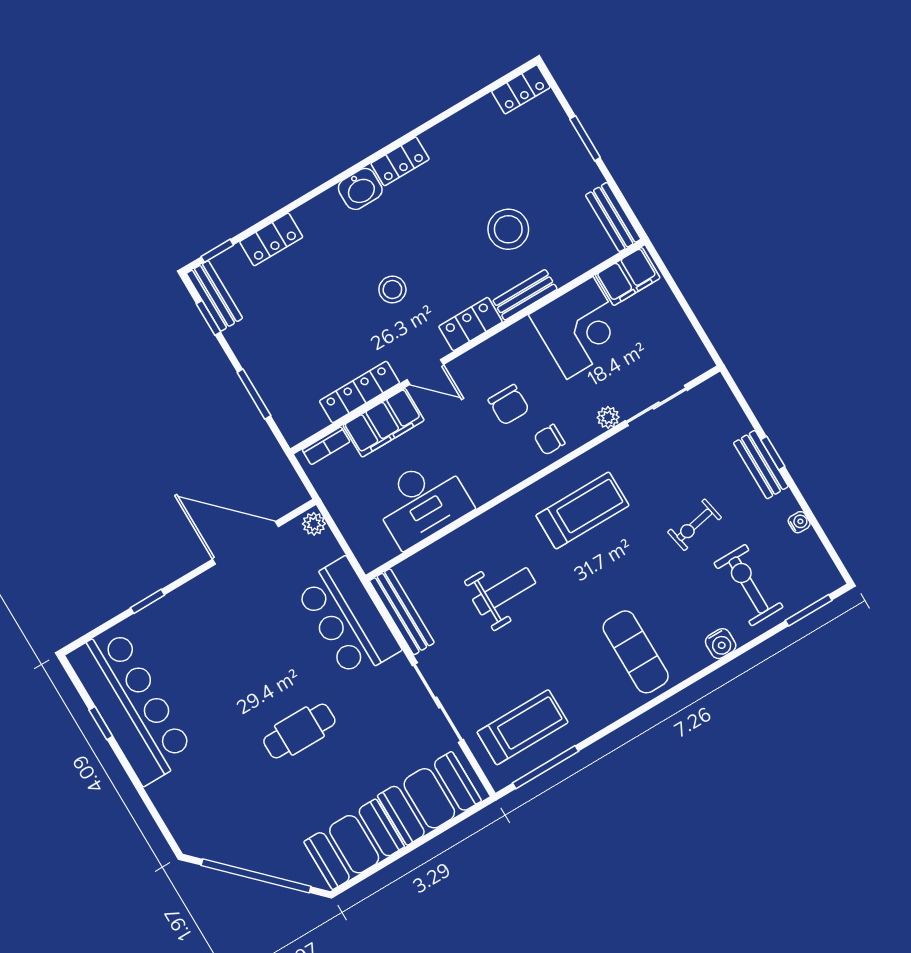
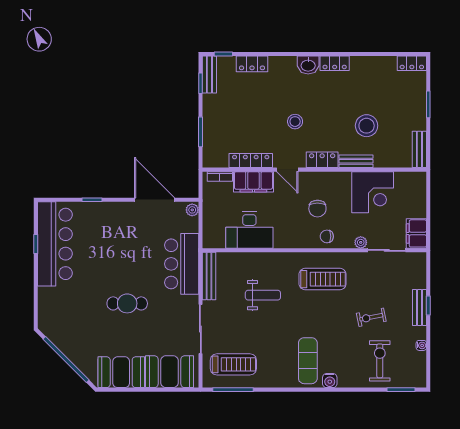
filing cabinet: (628, 276) -> (416, 233), moved, turned 90
water cooler: (721, 644) -> (330, 381), moved

